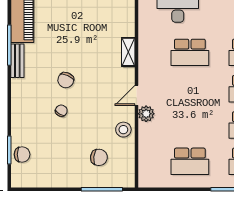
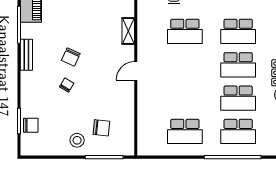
bench: (17, 61) -> (26, 55), moved
plant: (146, 114) -> (145, 88), removed
stool: (123, 130) -> (77, 140), moved

